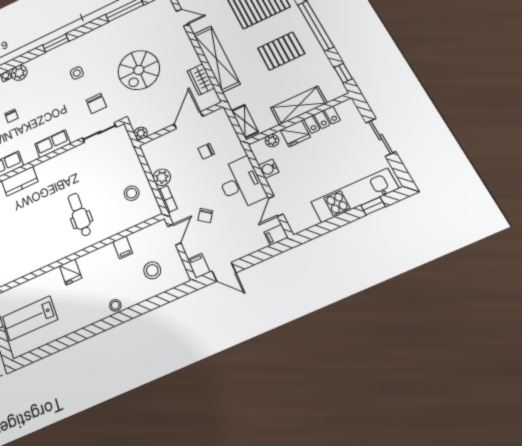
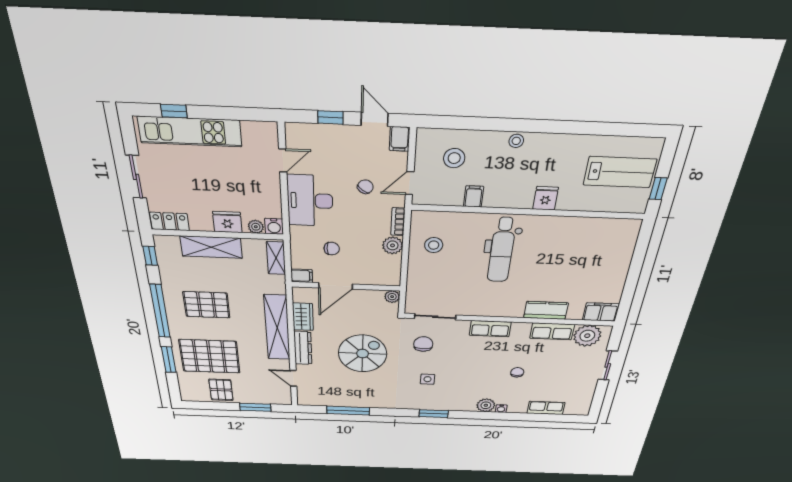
dresser: (188, 51) -> (303, 348), added
locker: (322, 120) -> (170, 221), moved
water cooler: (269, 169) -> (274, 226), moved, turned 90
dental chair: (80, 215) -> (502, 250), width x1.36, depth x1.38
filing cabinet: (276, 235) -> (302, 276), moved
window: (256, 258) -> (330, 117), added

